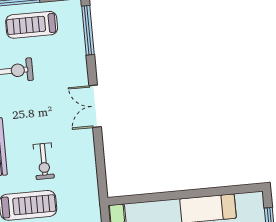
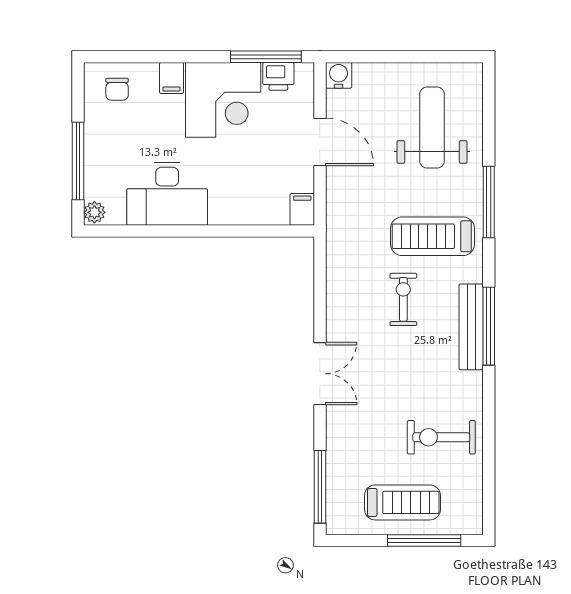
plant: (256, 200) -> (94, 212), added

